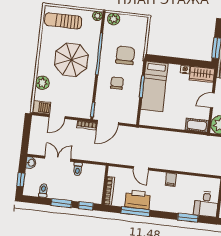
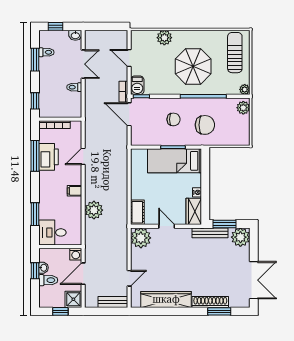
barbecue: (41, 107) -> (137, 85), moved
plant: (190, 164) -> (94, 210), added
window: (61, 203) -> (35, 60), moved

